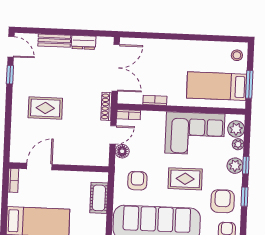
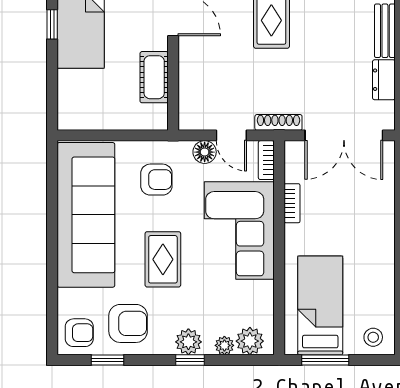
corner sofa: (195, 134) -> (239, 231), moved
window: (245, 197) -> (107, 360), moved
cot: (99, 198) -> (154, 77), moved, turned 90

